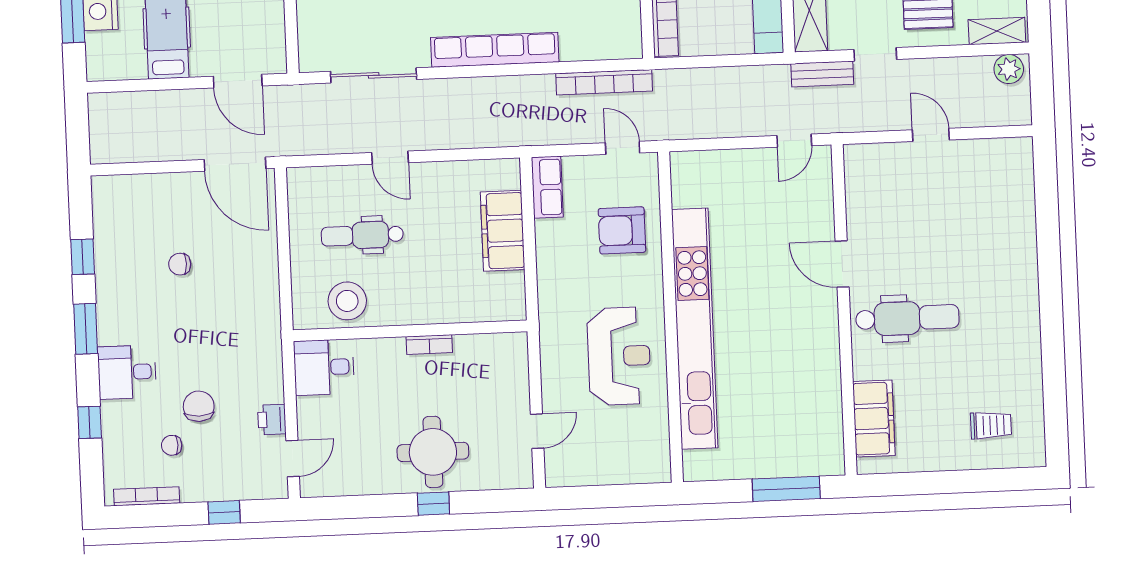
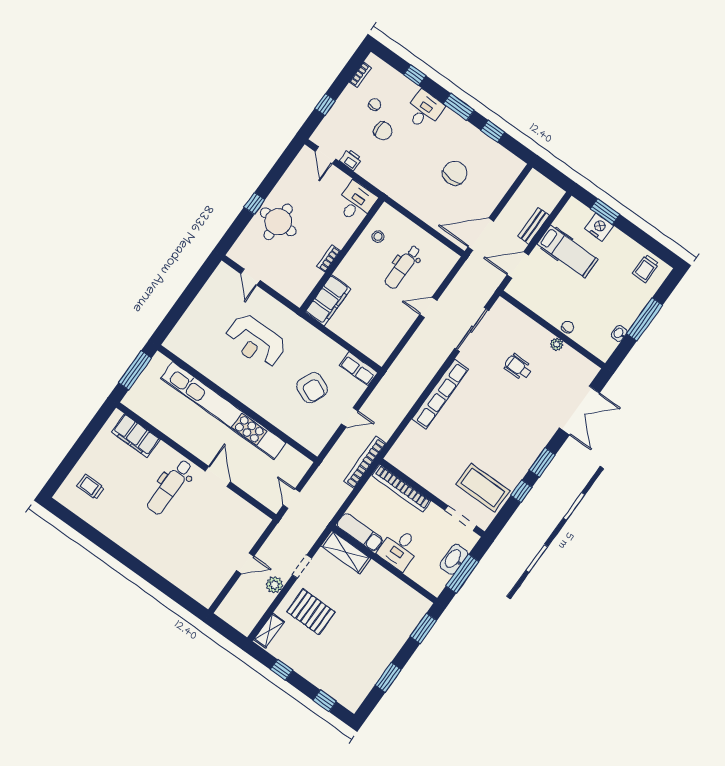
plant: (1009, 69) -> (274, 585), moved
bench: (822, 74) -> (534, 226), moved
bookcase: (604, 82) -> (365, 462), moved
armchair: (622, 230) -> (312, 388), turned 113
filing cabinet: (503, 231) -> (328, 300), moved, turned 90
dental chair: (362, 235) -> (403, 267), turned 180
chair: (180, 264) -> (455, 173), width x1.87, depth x1.87
door: (842, 264) -> (218, 476), hinge flipped
stool: (347, 301) -> (378, 237), width x0.53, depth x0.53
wall: (670, 317) -> (237, 404), moved
kitchen unit: (695, 329) -> (223, 411), moved
trolley: (991, 425) -> (91, 487), turned 90
bookcase: (147, 496) -> (360, 75), width x0.64

